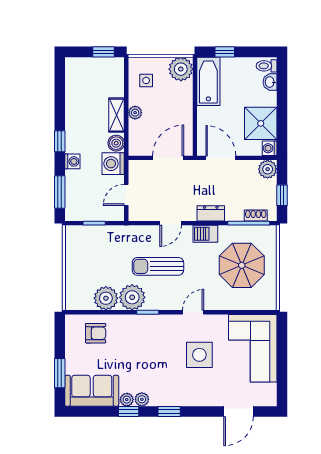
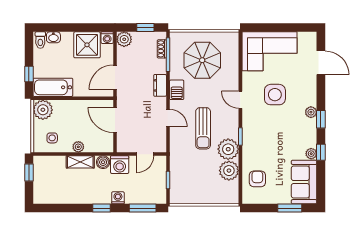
door: (126, 195) -> (145, 154), hinge flipped
plant: (142, 399) -> (311, 112), moved

